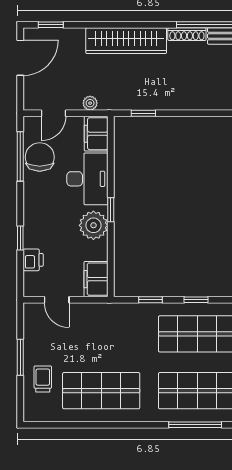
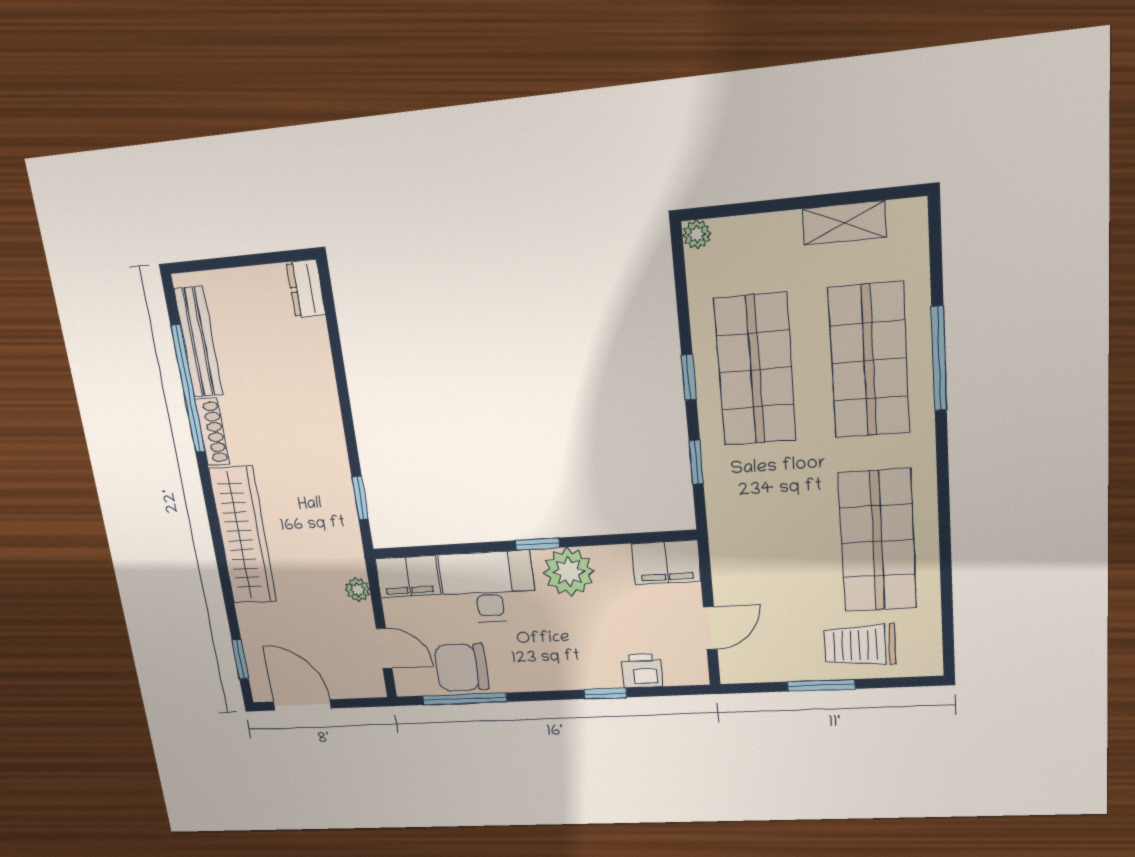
trolley: (43, 379) -> (860, 645), width x1.36, depth x1.39

